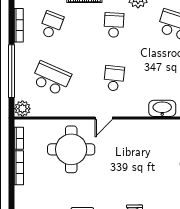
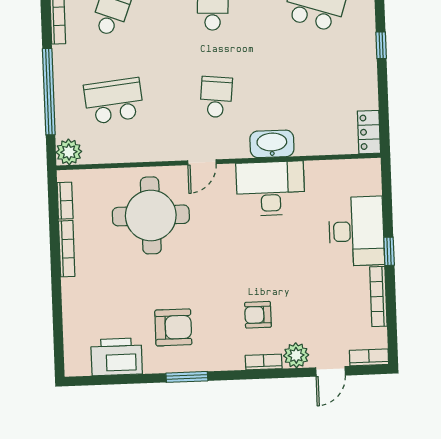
school desk: (51, 78) -> (114, 101), turned -30
washbasin: (162, 108) -> (272, 144), moved
desk: (145, 136) -> (270, 189), added

